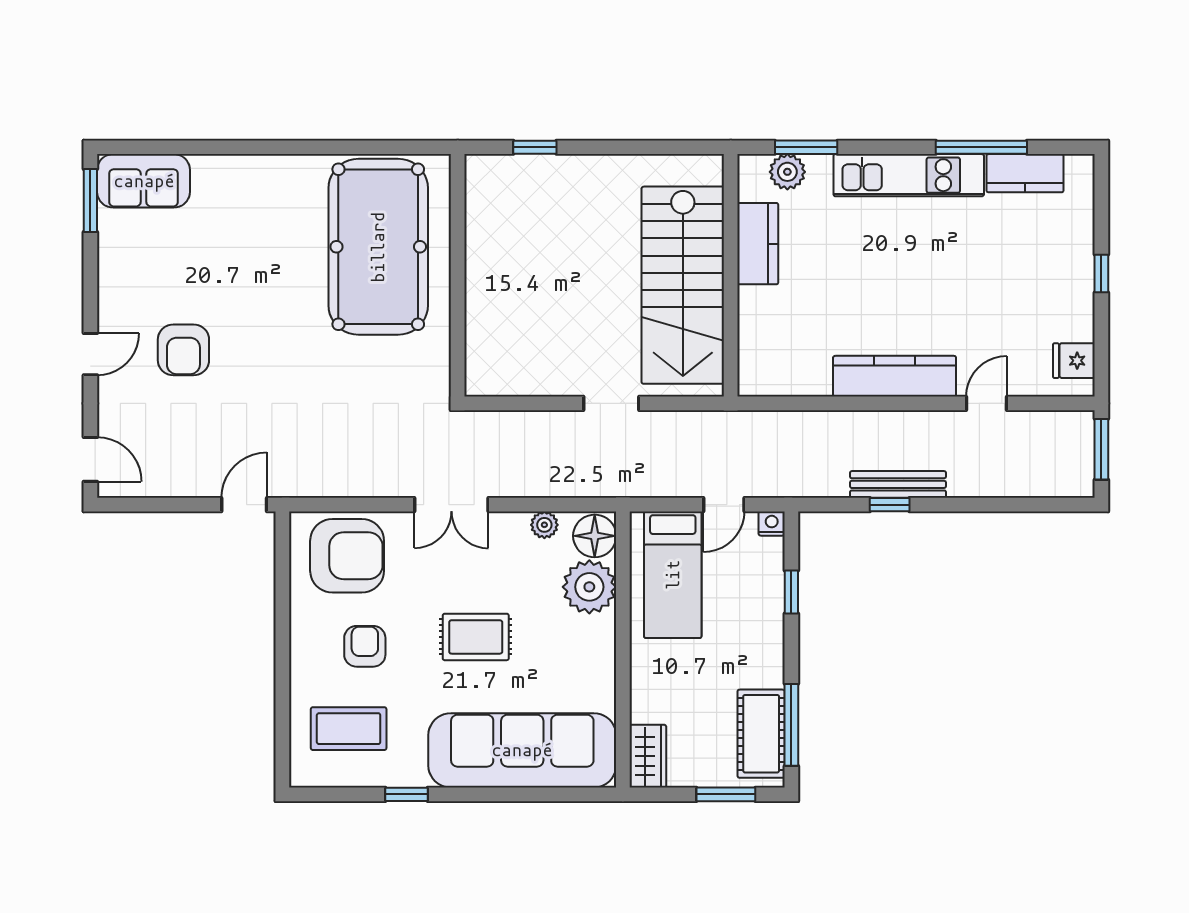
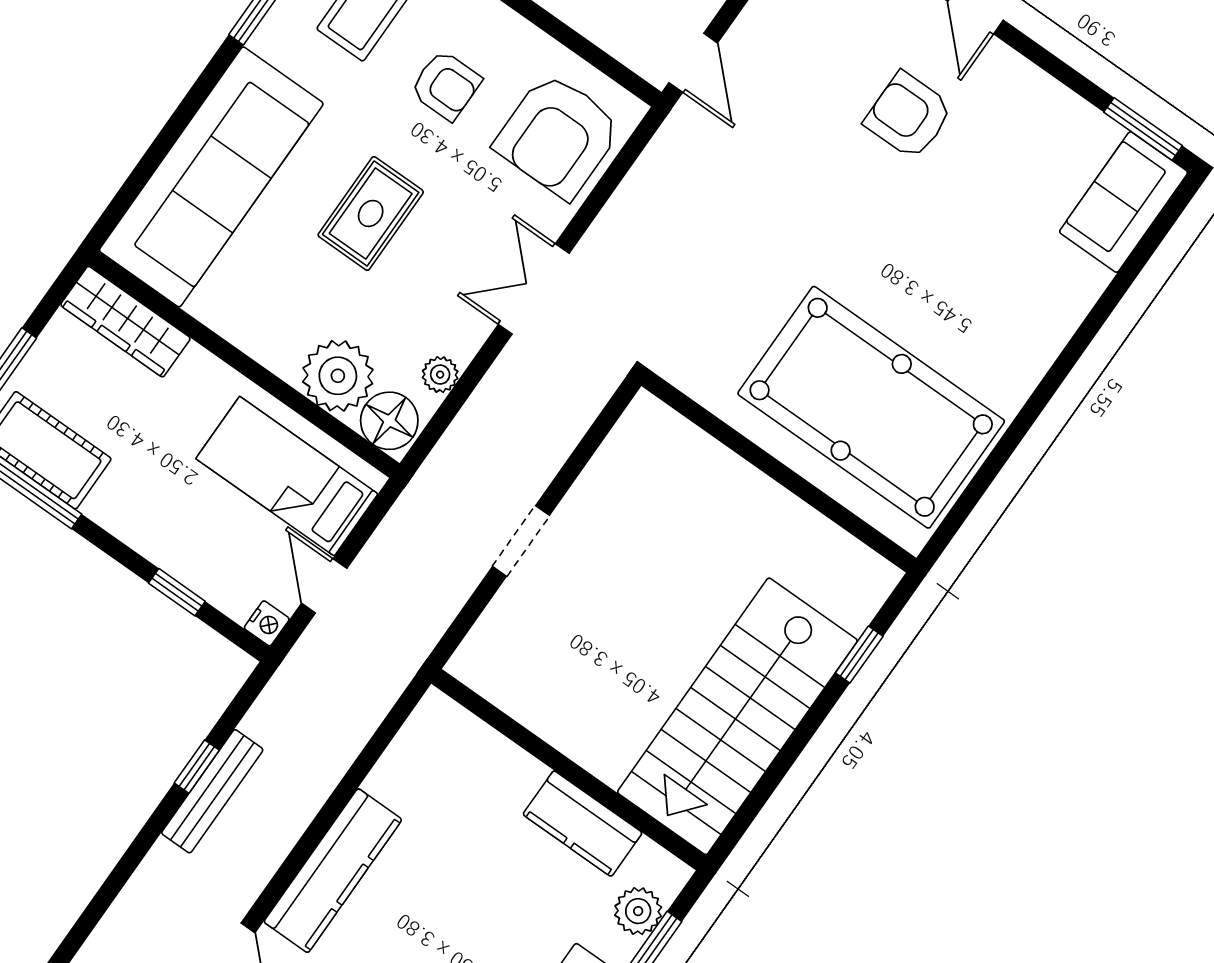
stairs: (683, 285) -> (737, 716), moved, turned -90
wardrobe: (648, 756) -> (125, 322), width x1.50

